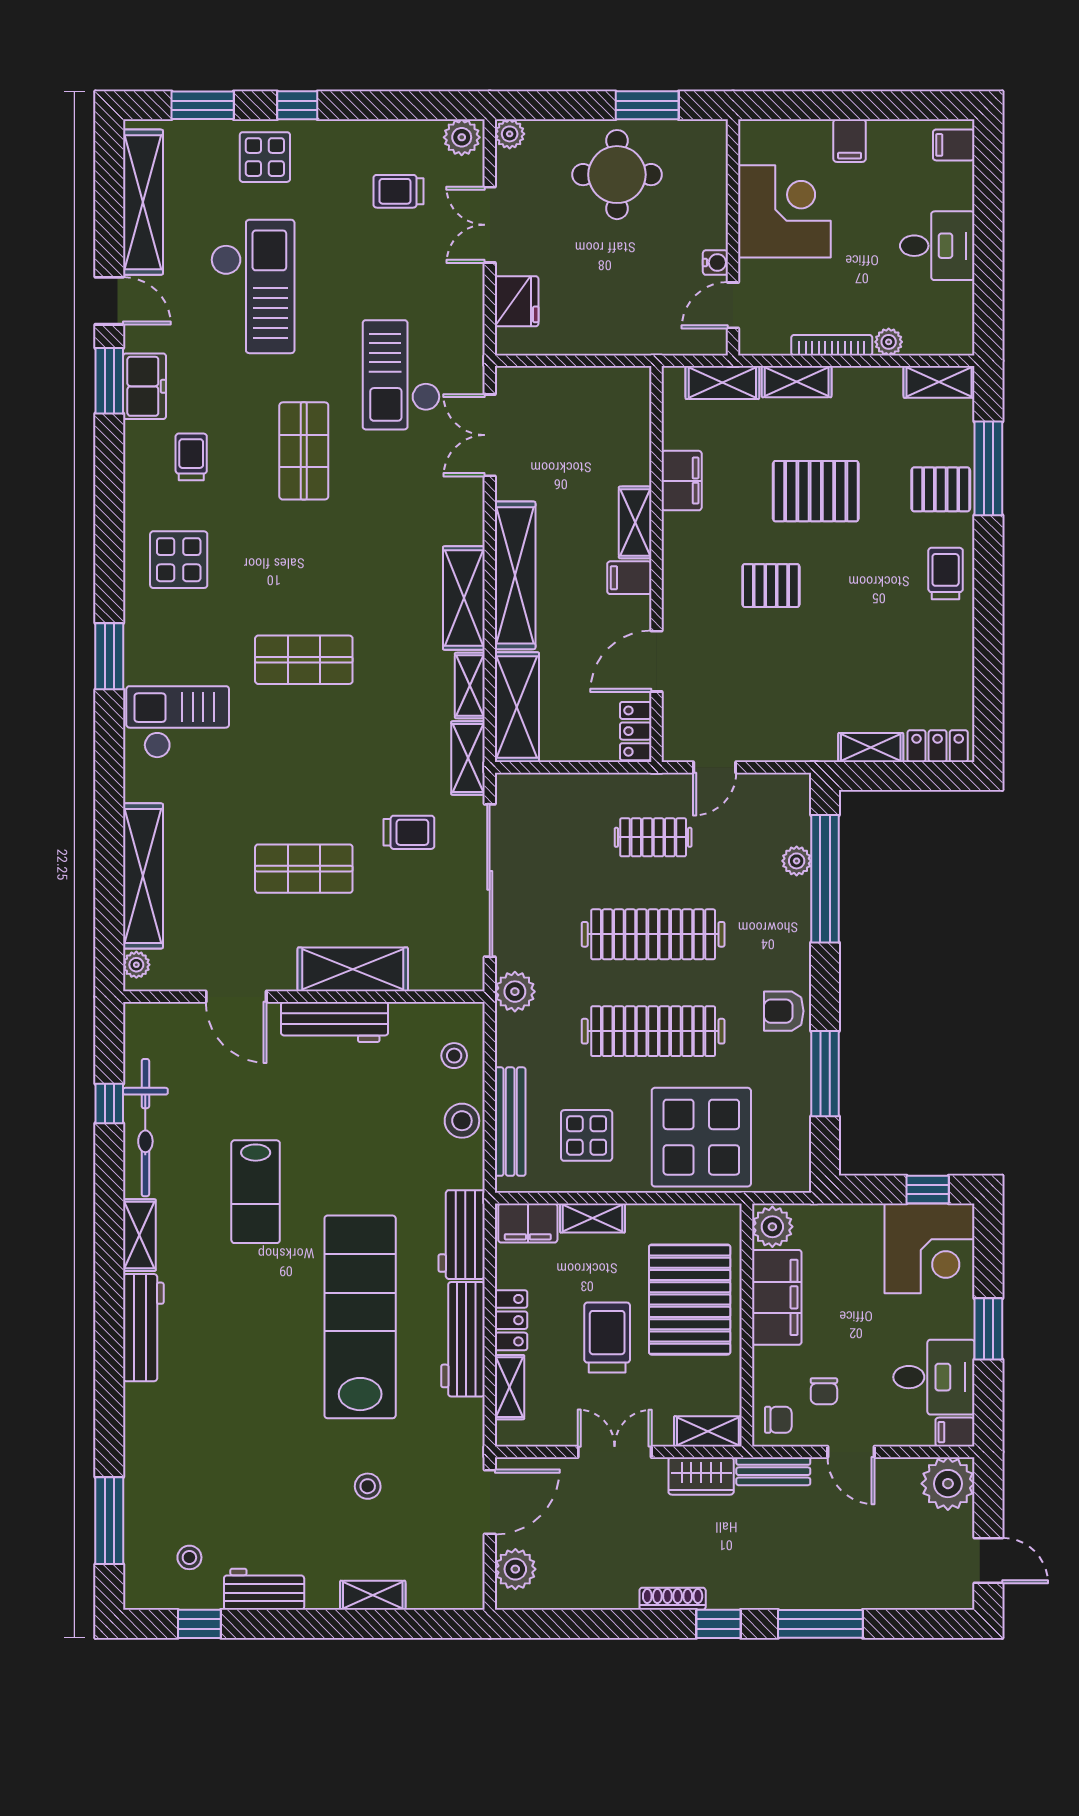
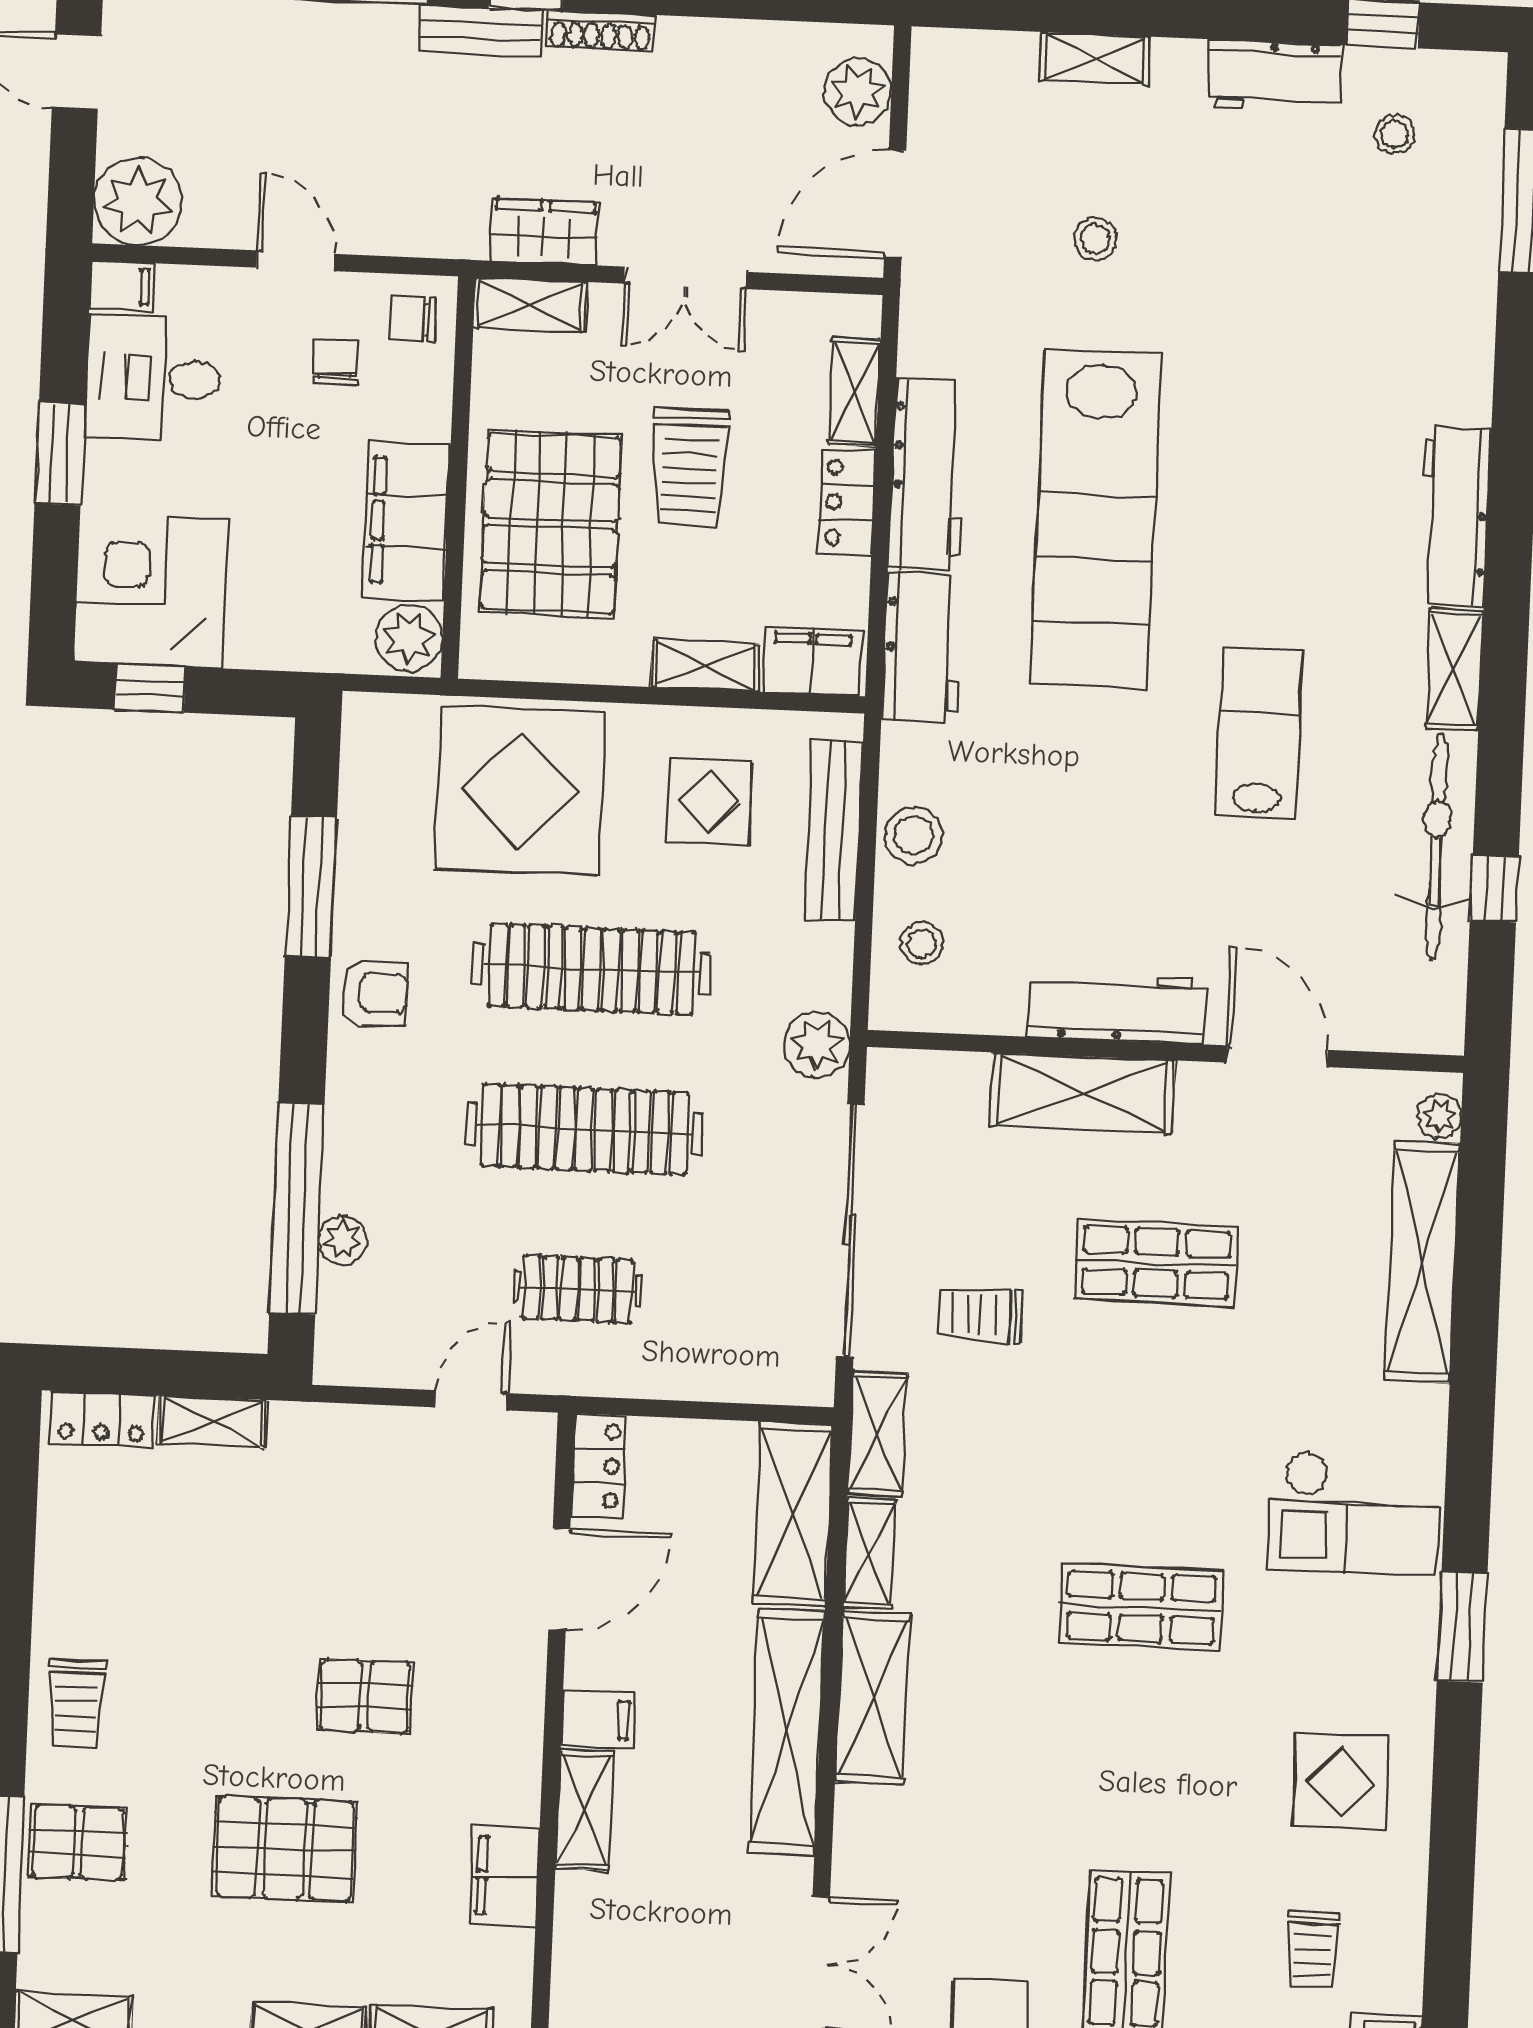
bench: (773, 1471) -> (480, 31), moved

